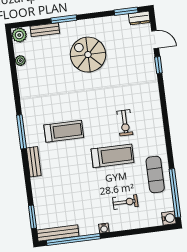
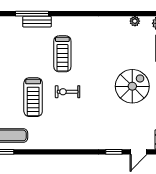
exercise bike: (125, 123) -> (68, 92), moved
window: (21, 132) -> (32, 14), moved

